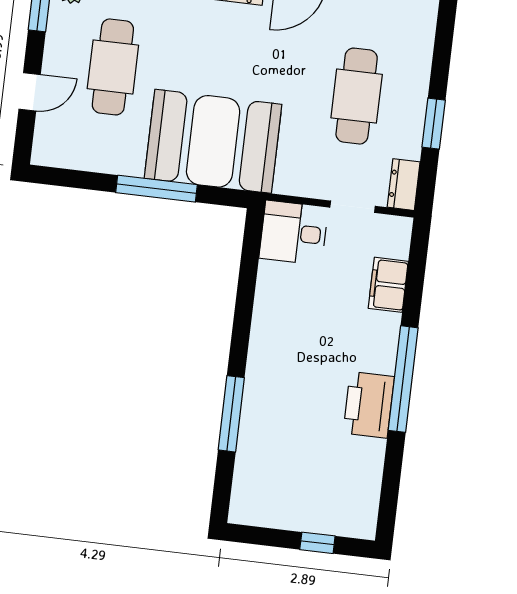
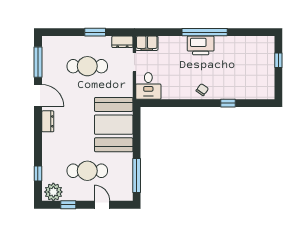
window: (157, 189) -> (137, 176), moved
filing cabinet: (388, 285) -> (147, 43), moved
chair: (270, 357) -> (202, 90), added
printer: (369, 405) -> (201, 45), moved
window: (231, 414) -> (228, 103), width x0.46

